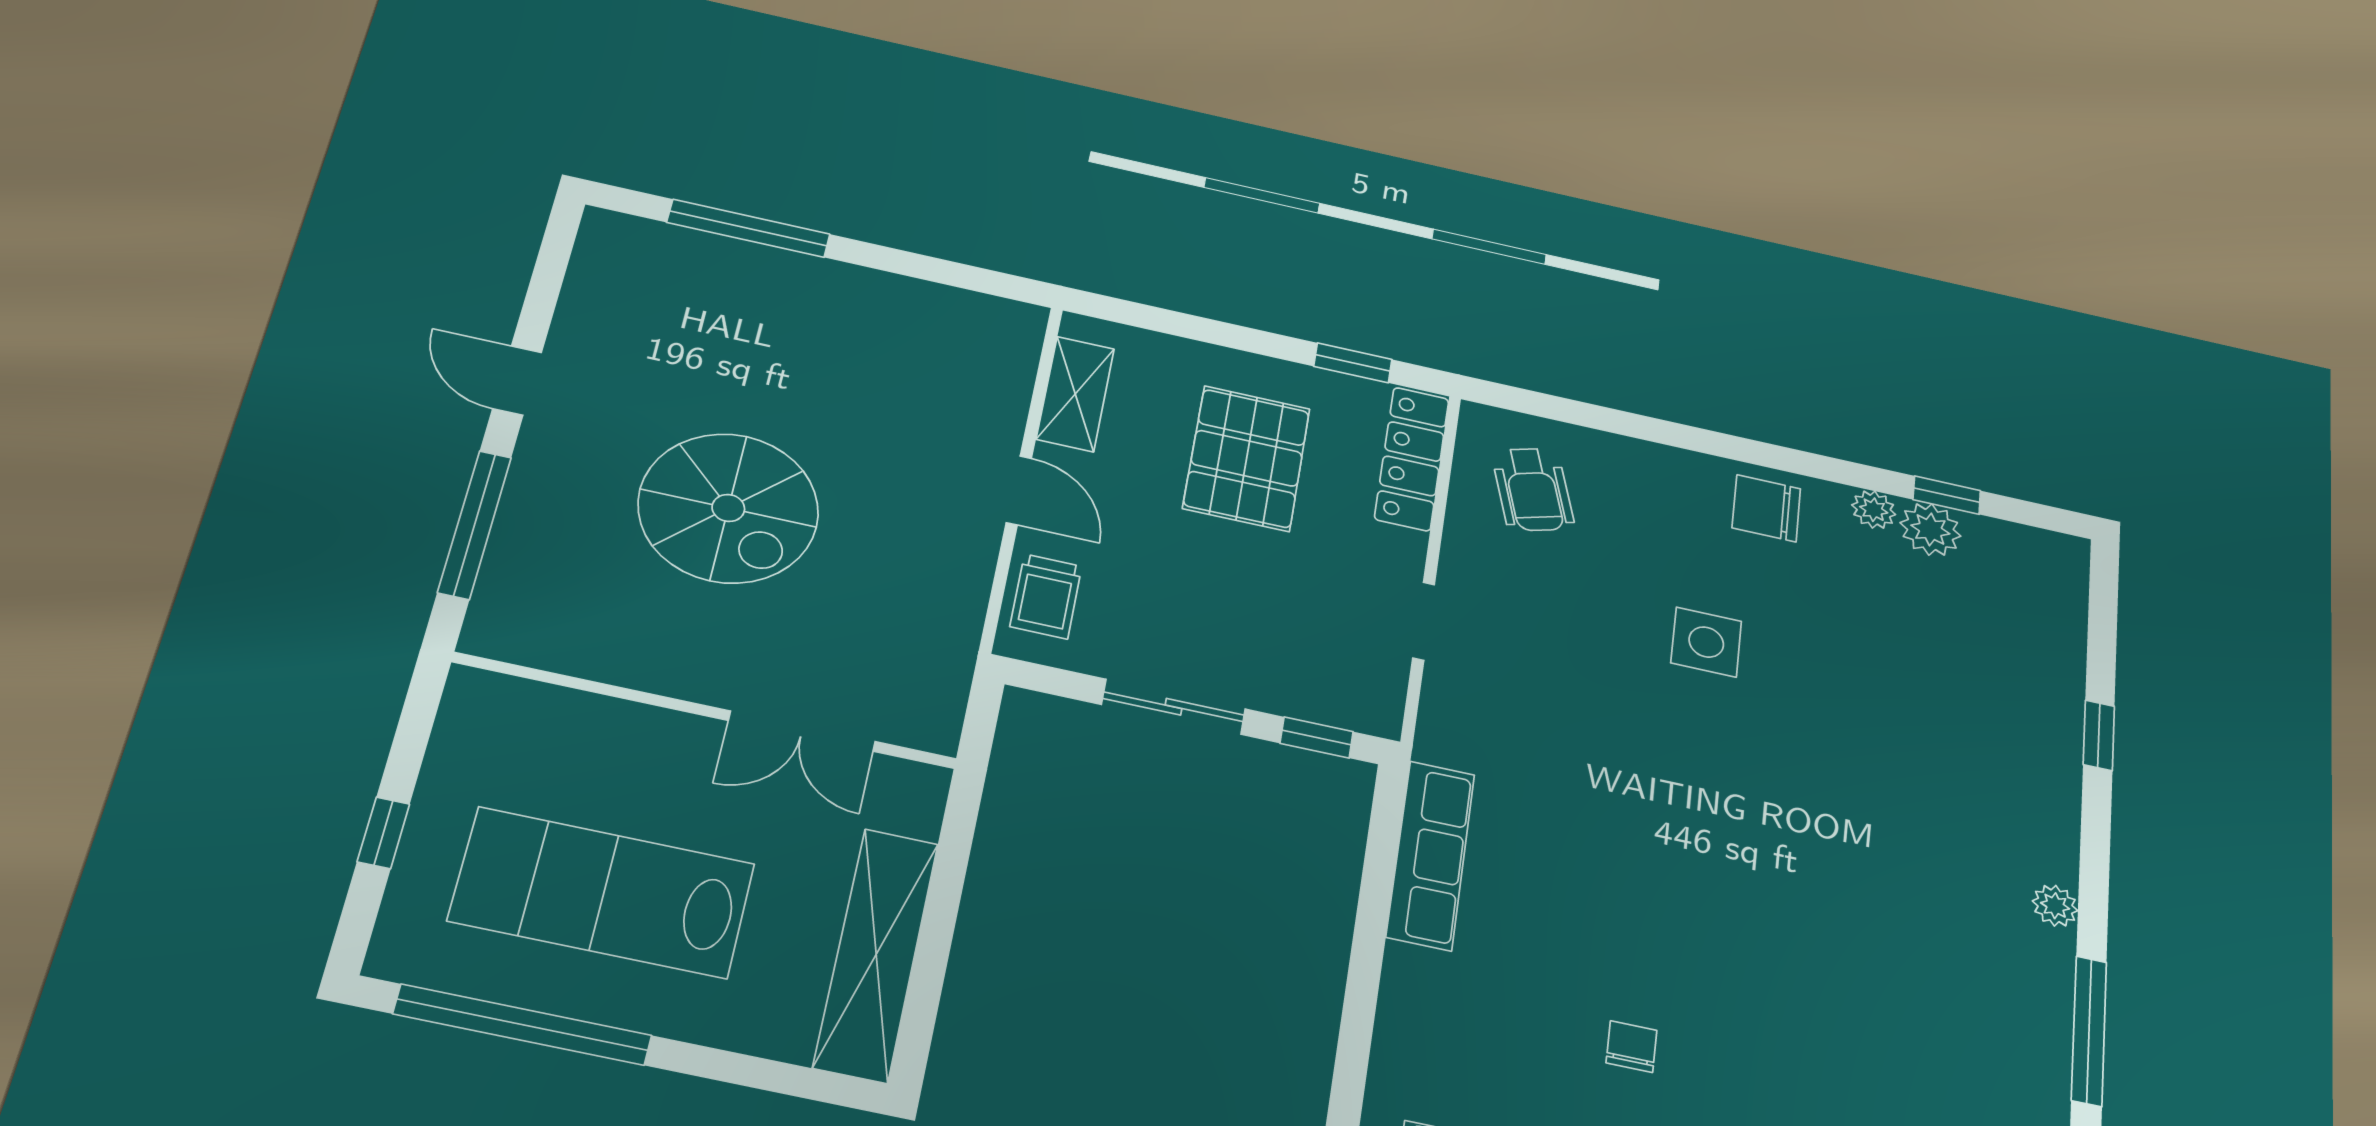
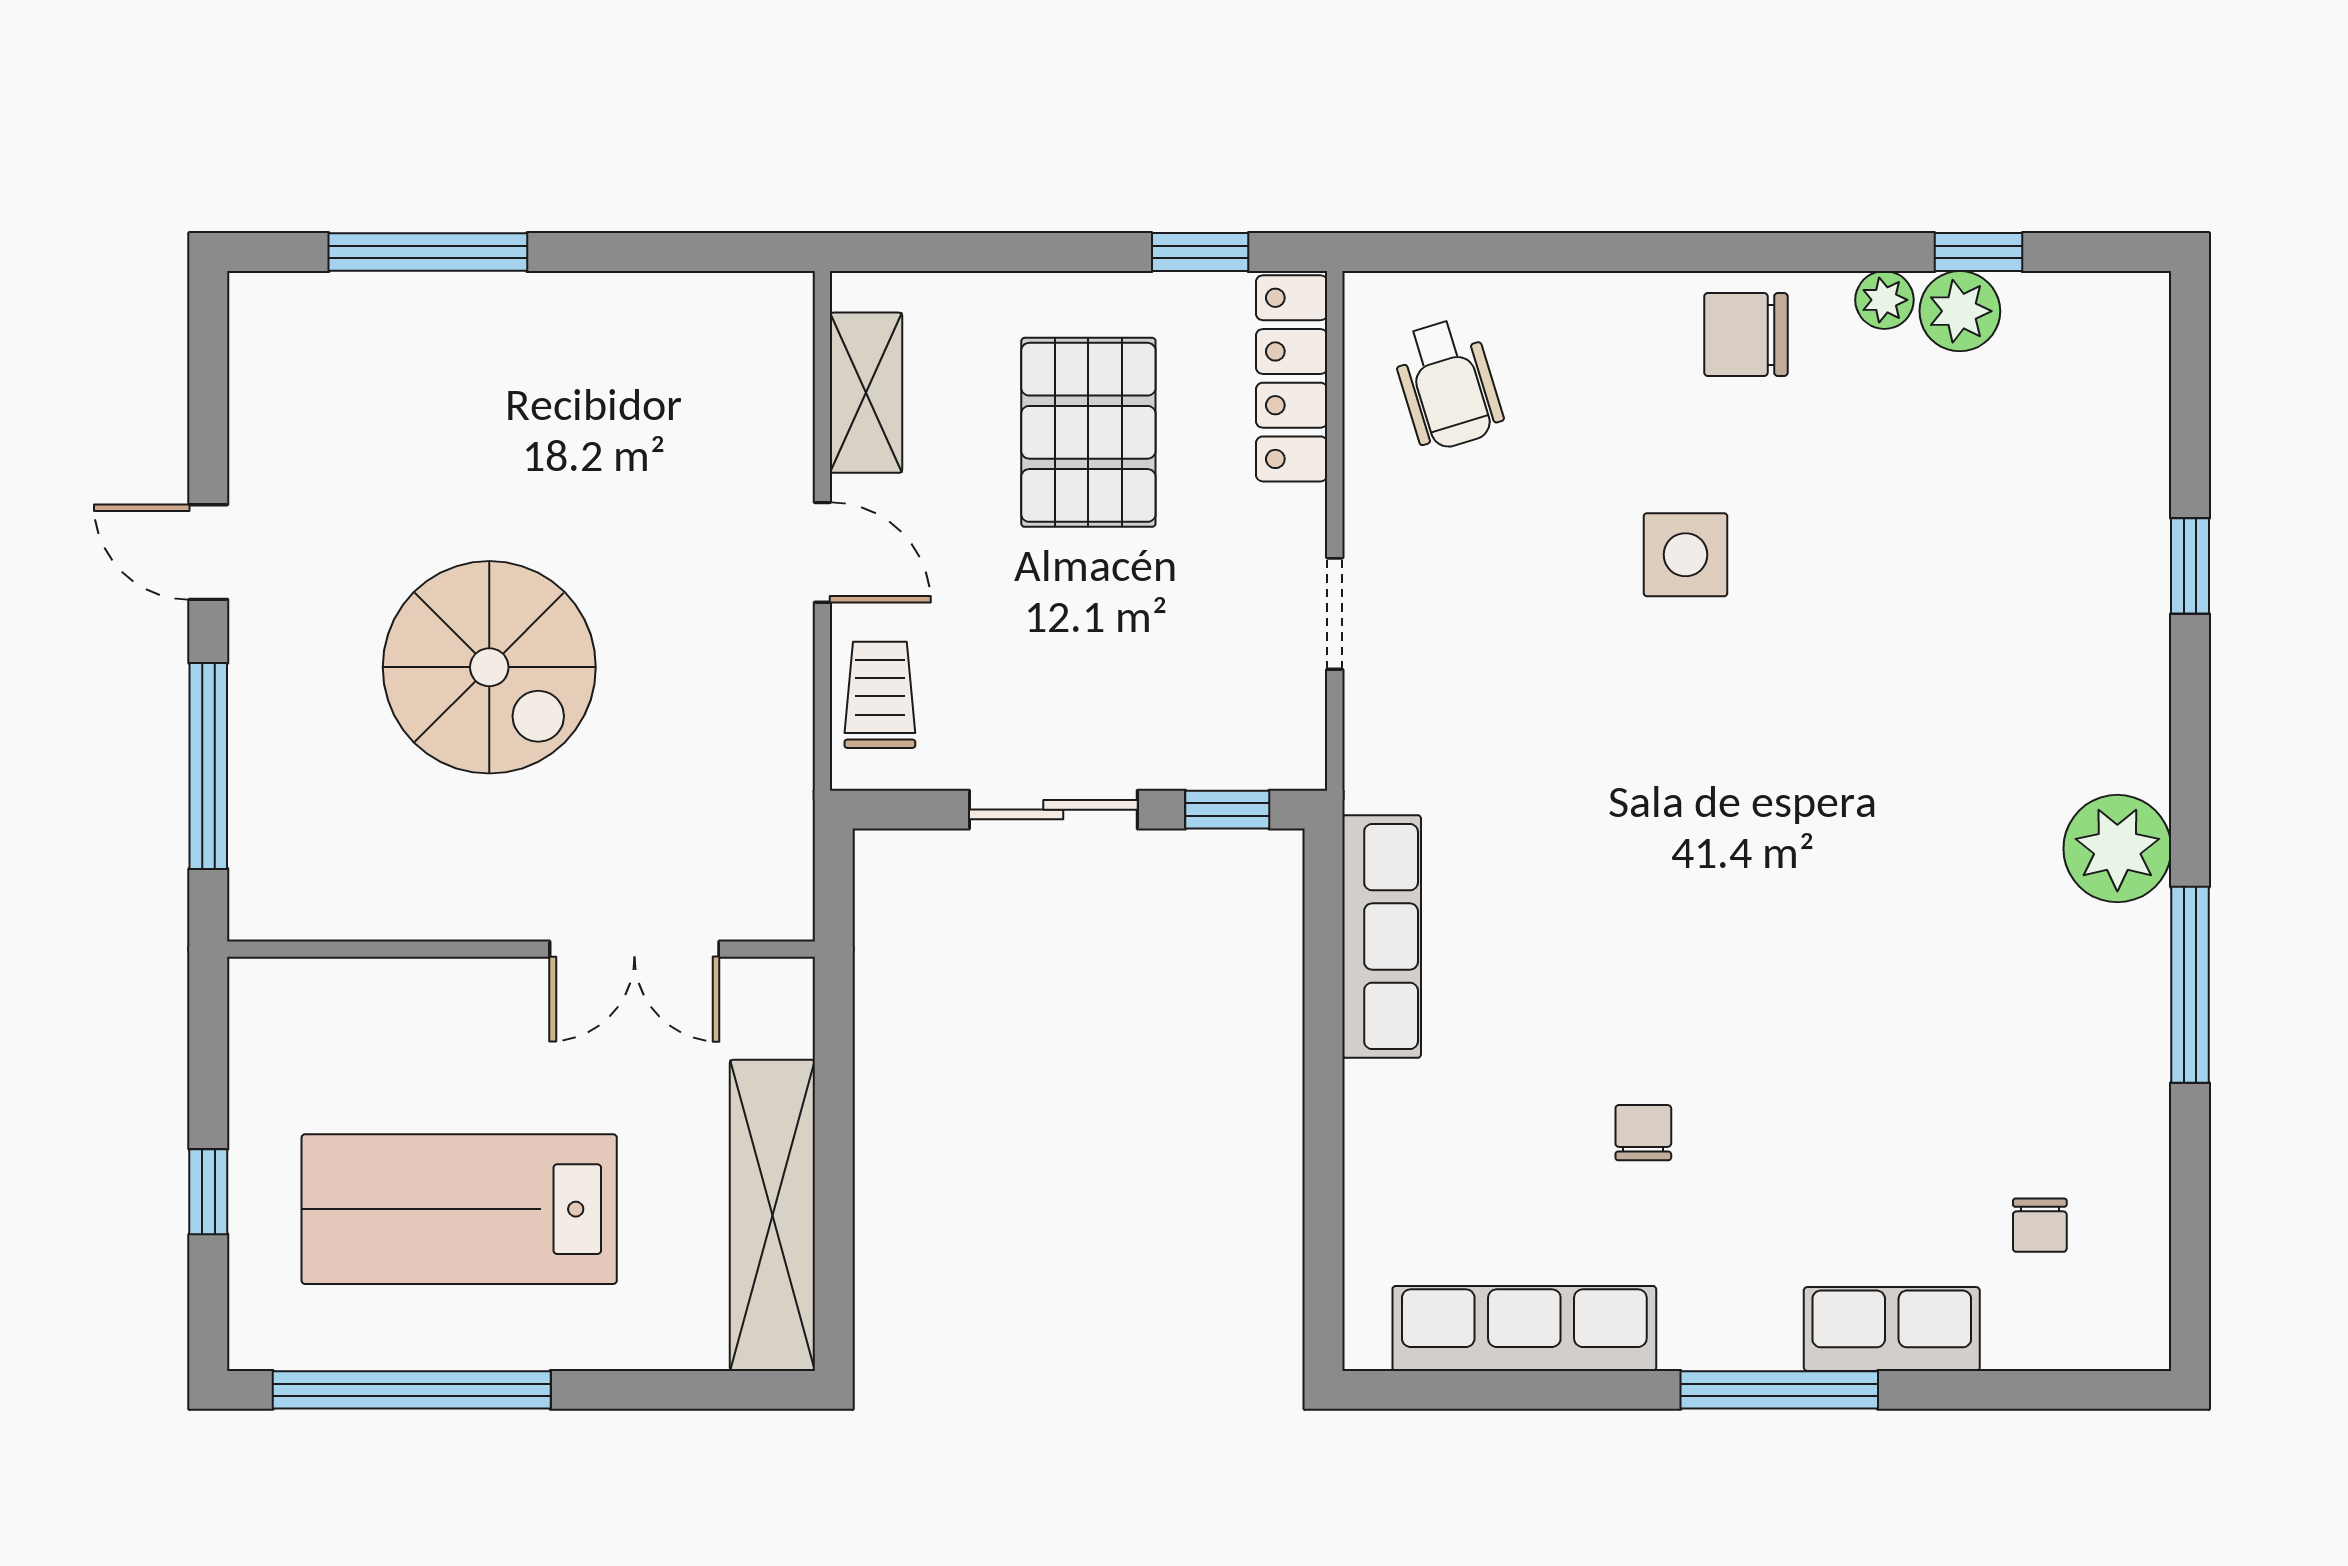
trolley: (1046, 596) -> (880, 695), turned 180
plant: (2055, 906) -> (2117, 849), width x1.87, depth x1.87

